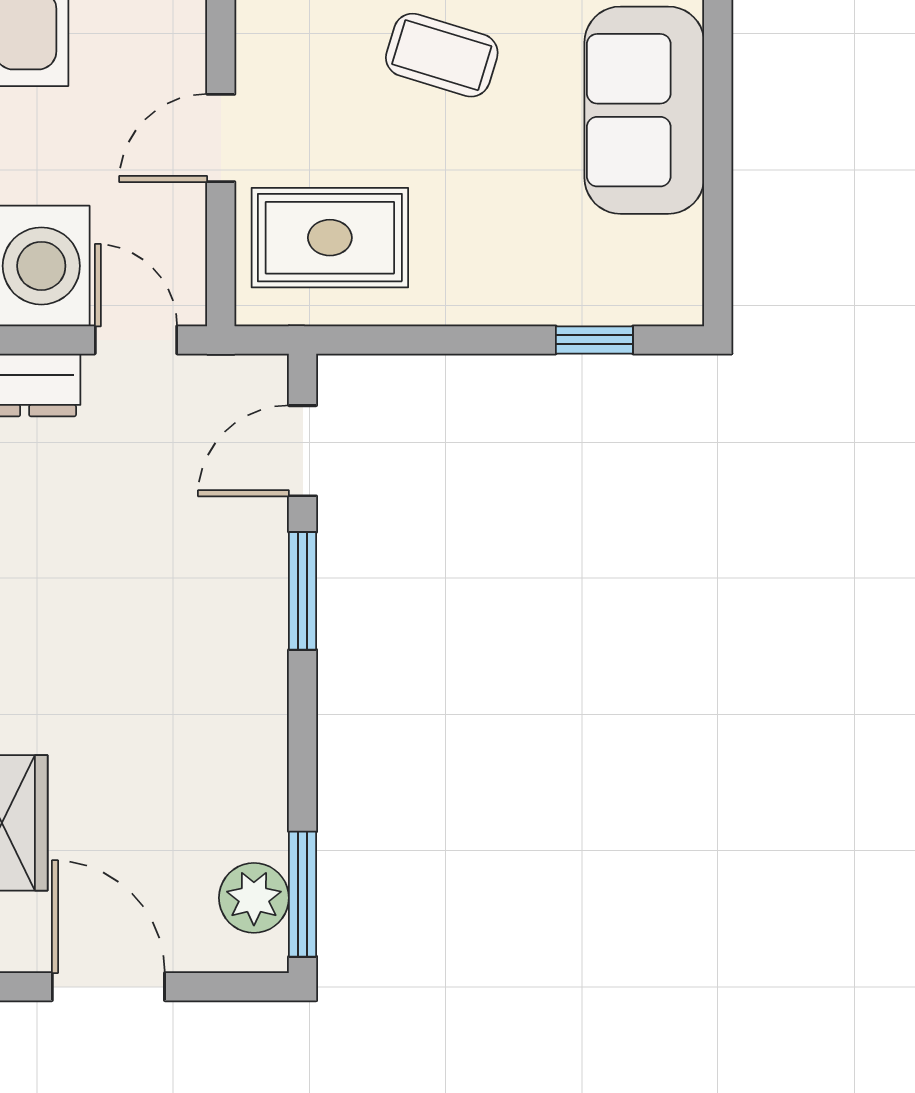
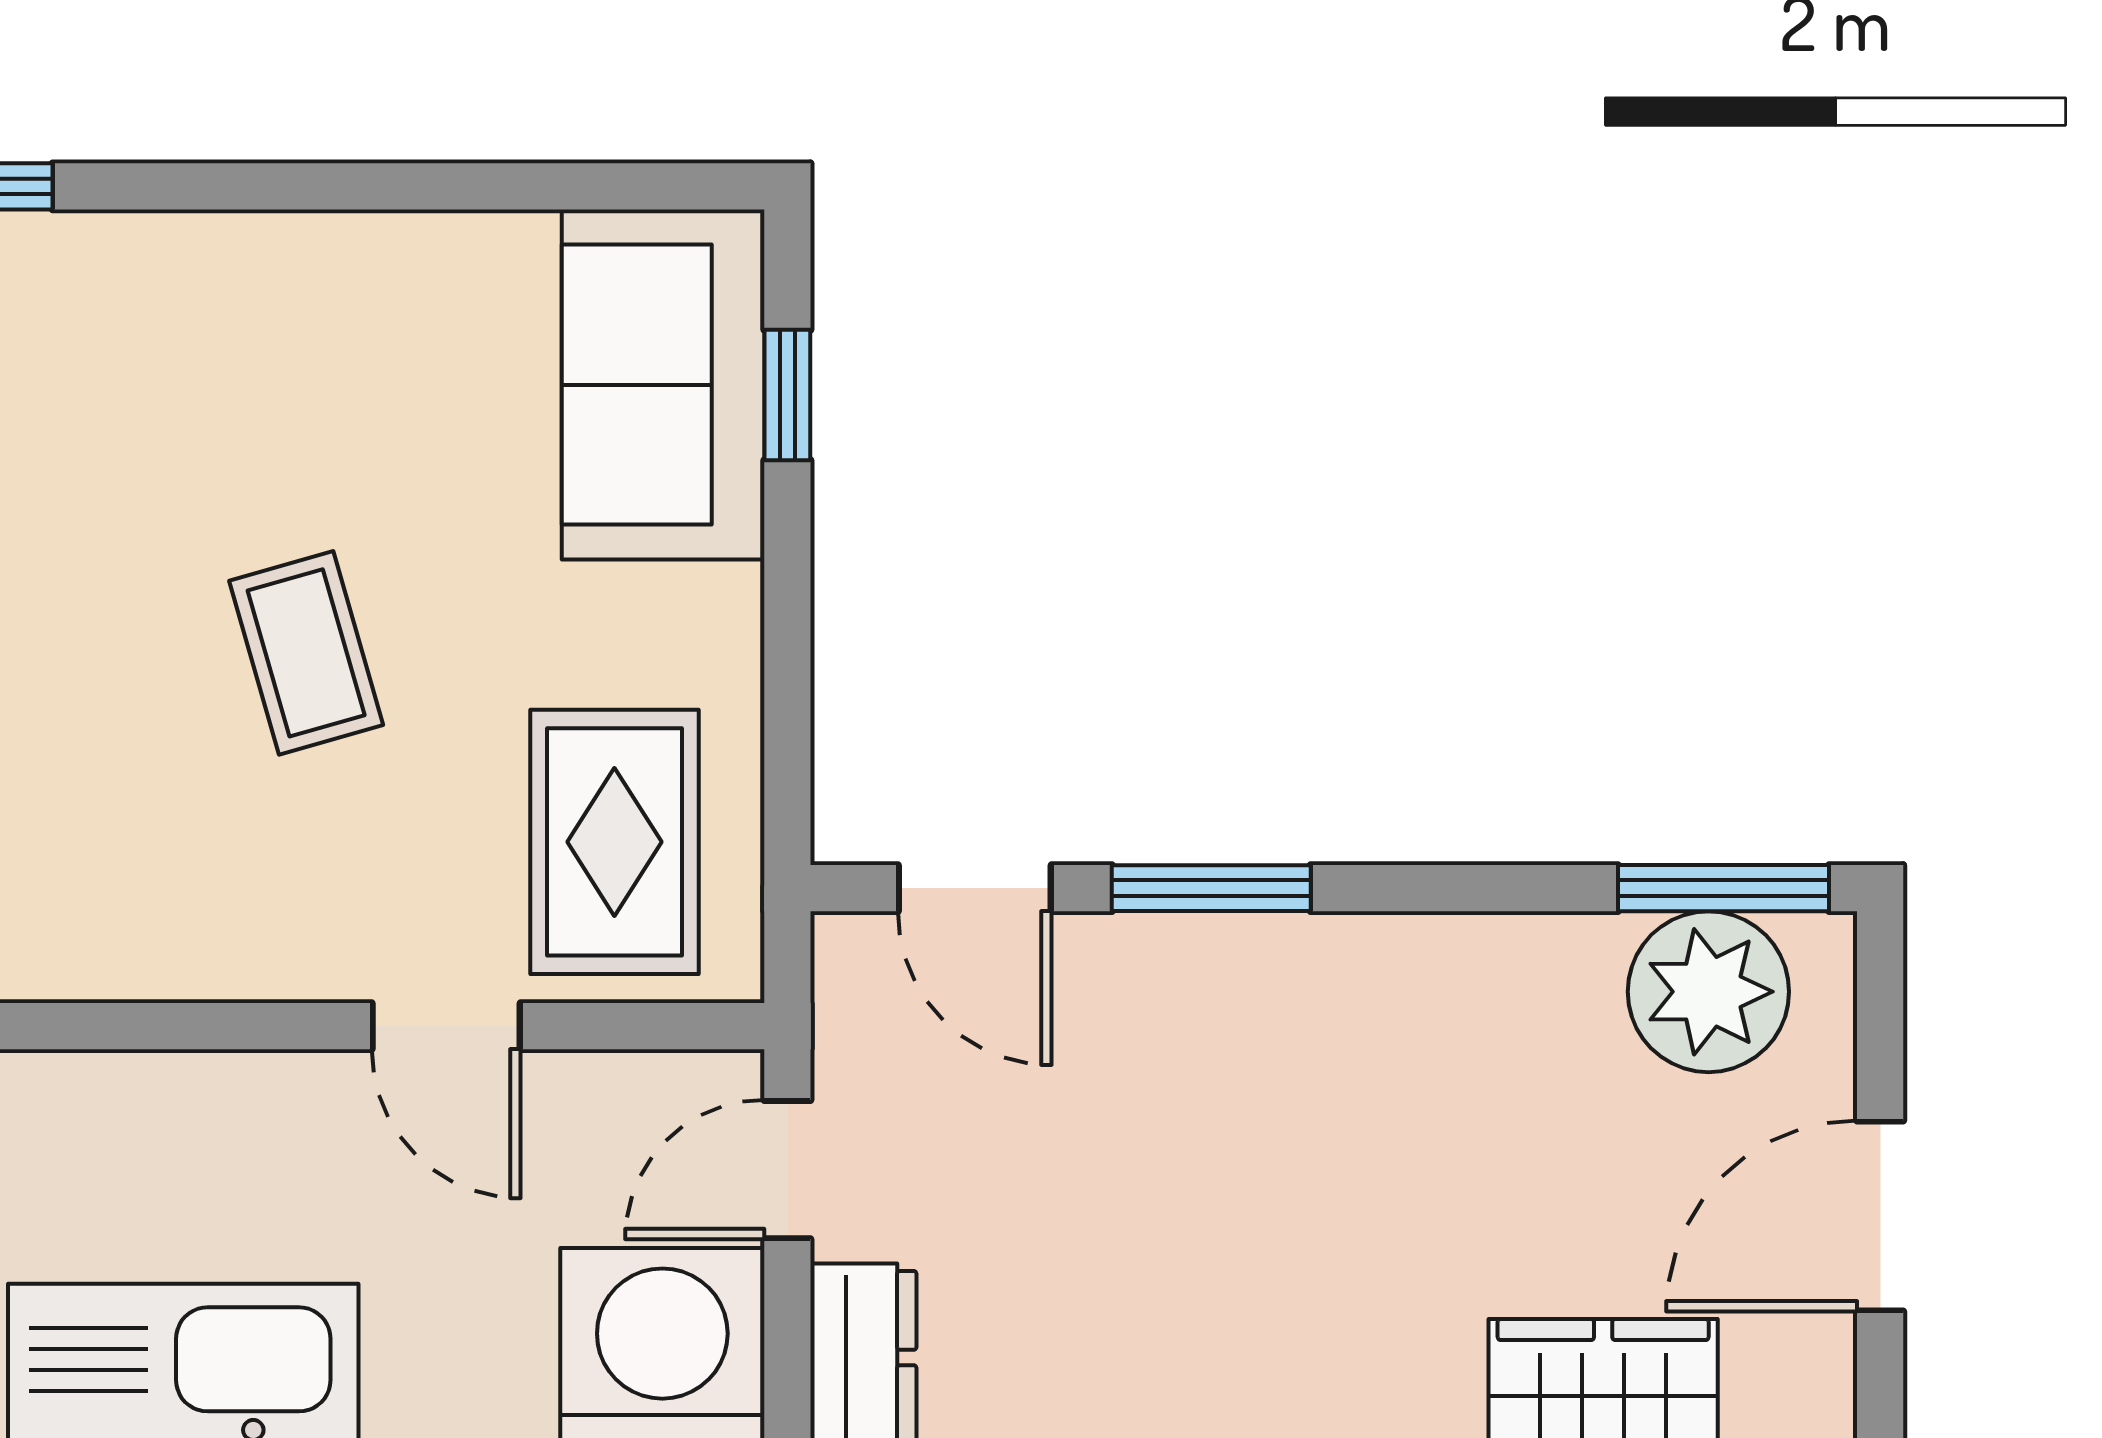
coffee table: (442, 55) -> (306, 653), turned -33
sofa: (644, 110) -> (663, 385), moved, turned 90
plant: (254, 898) -> (1708, 992), width x1.36, depth x1.36

